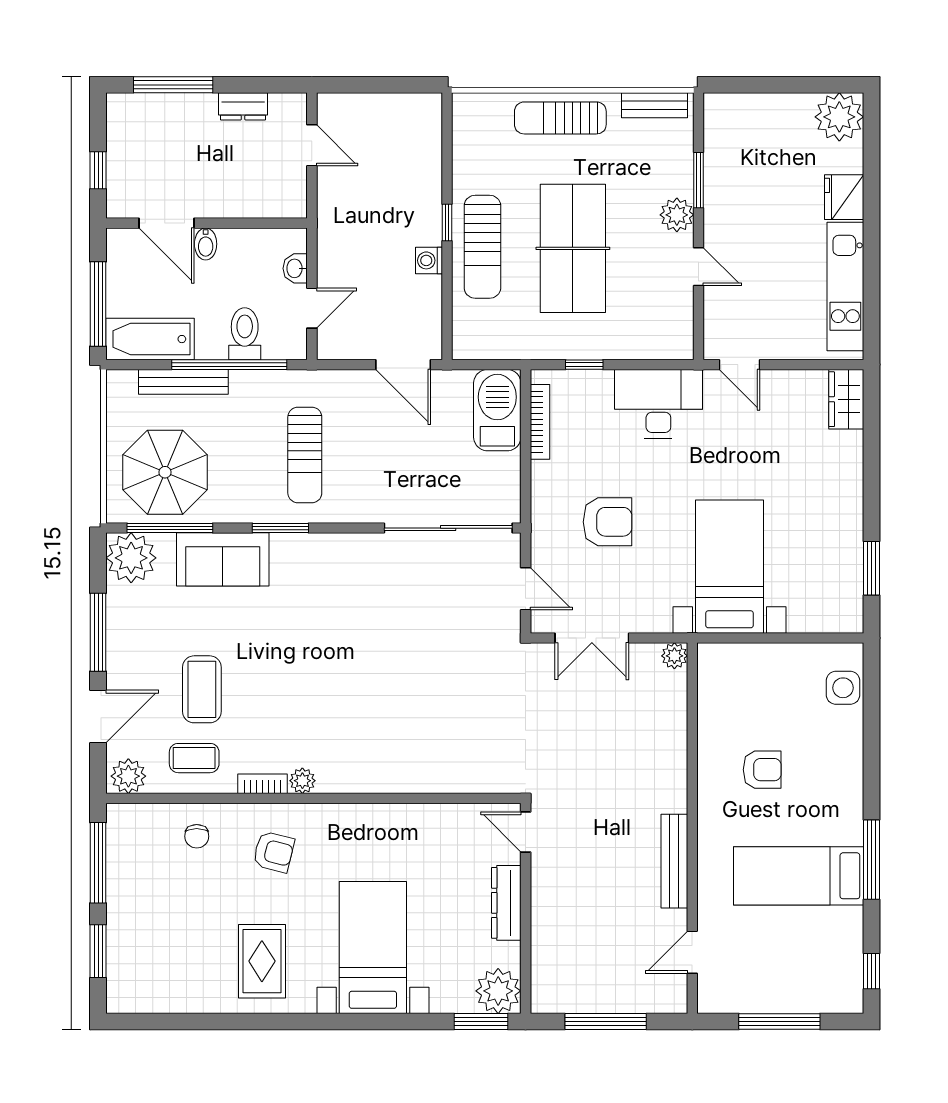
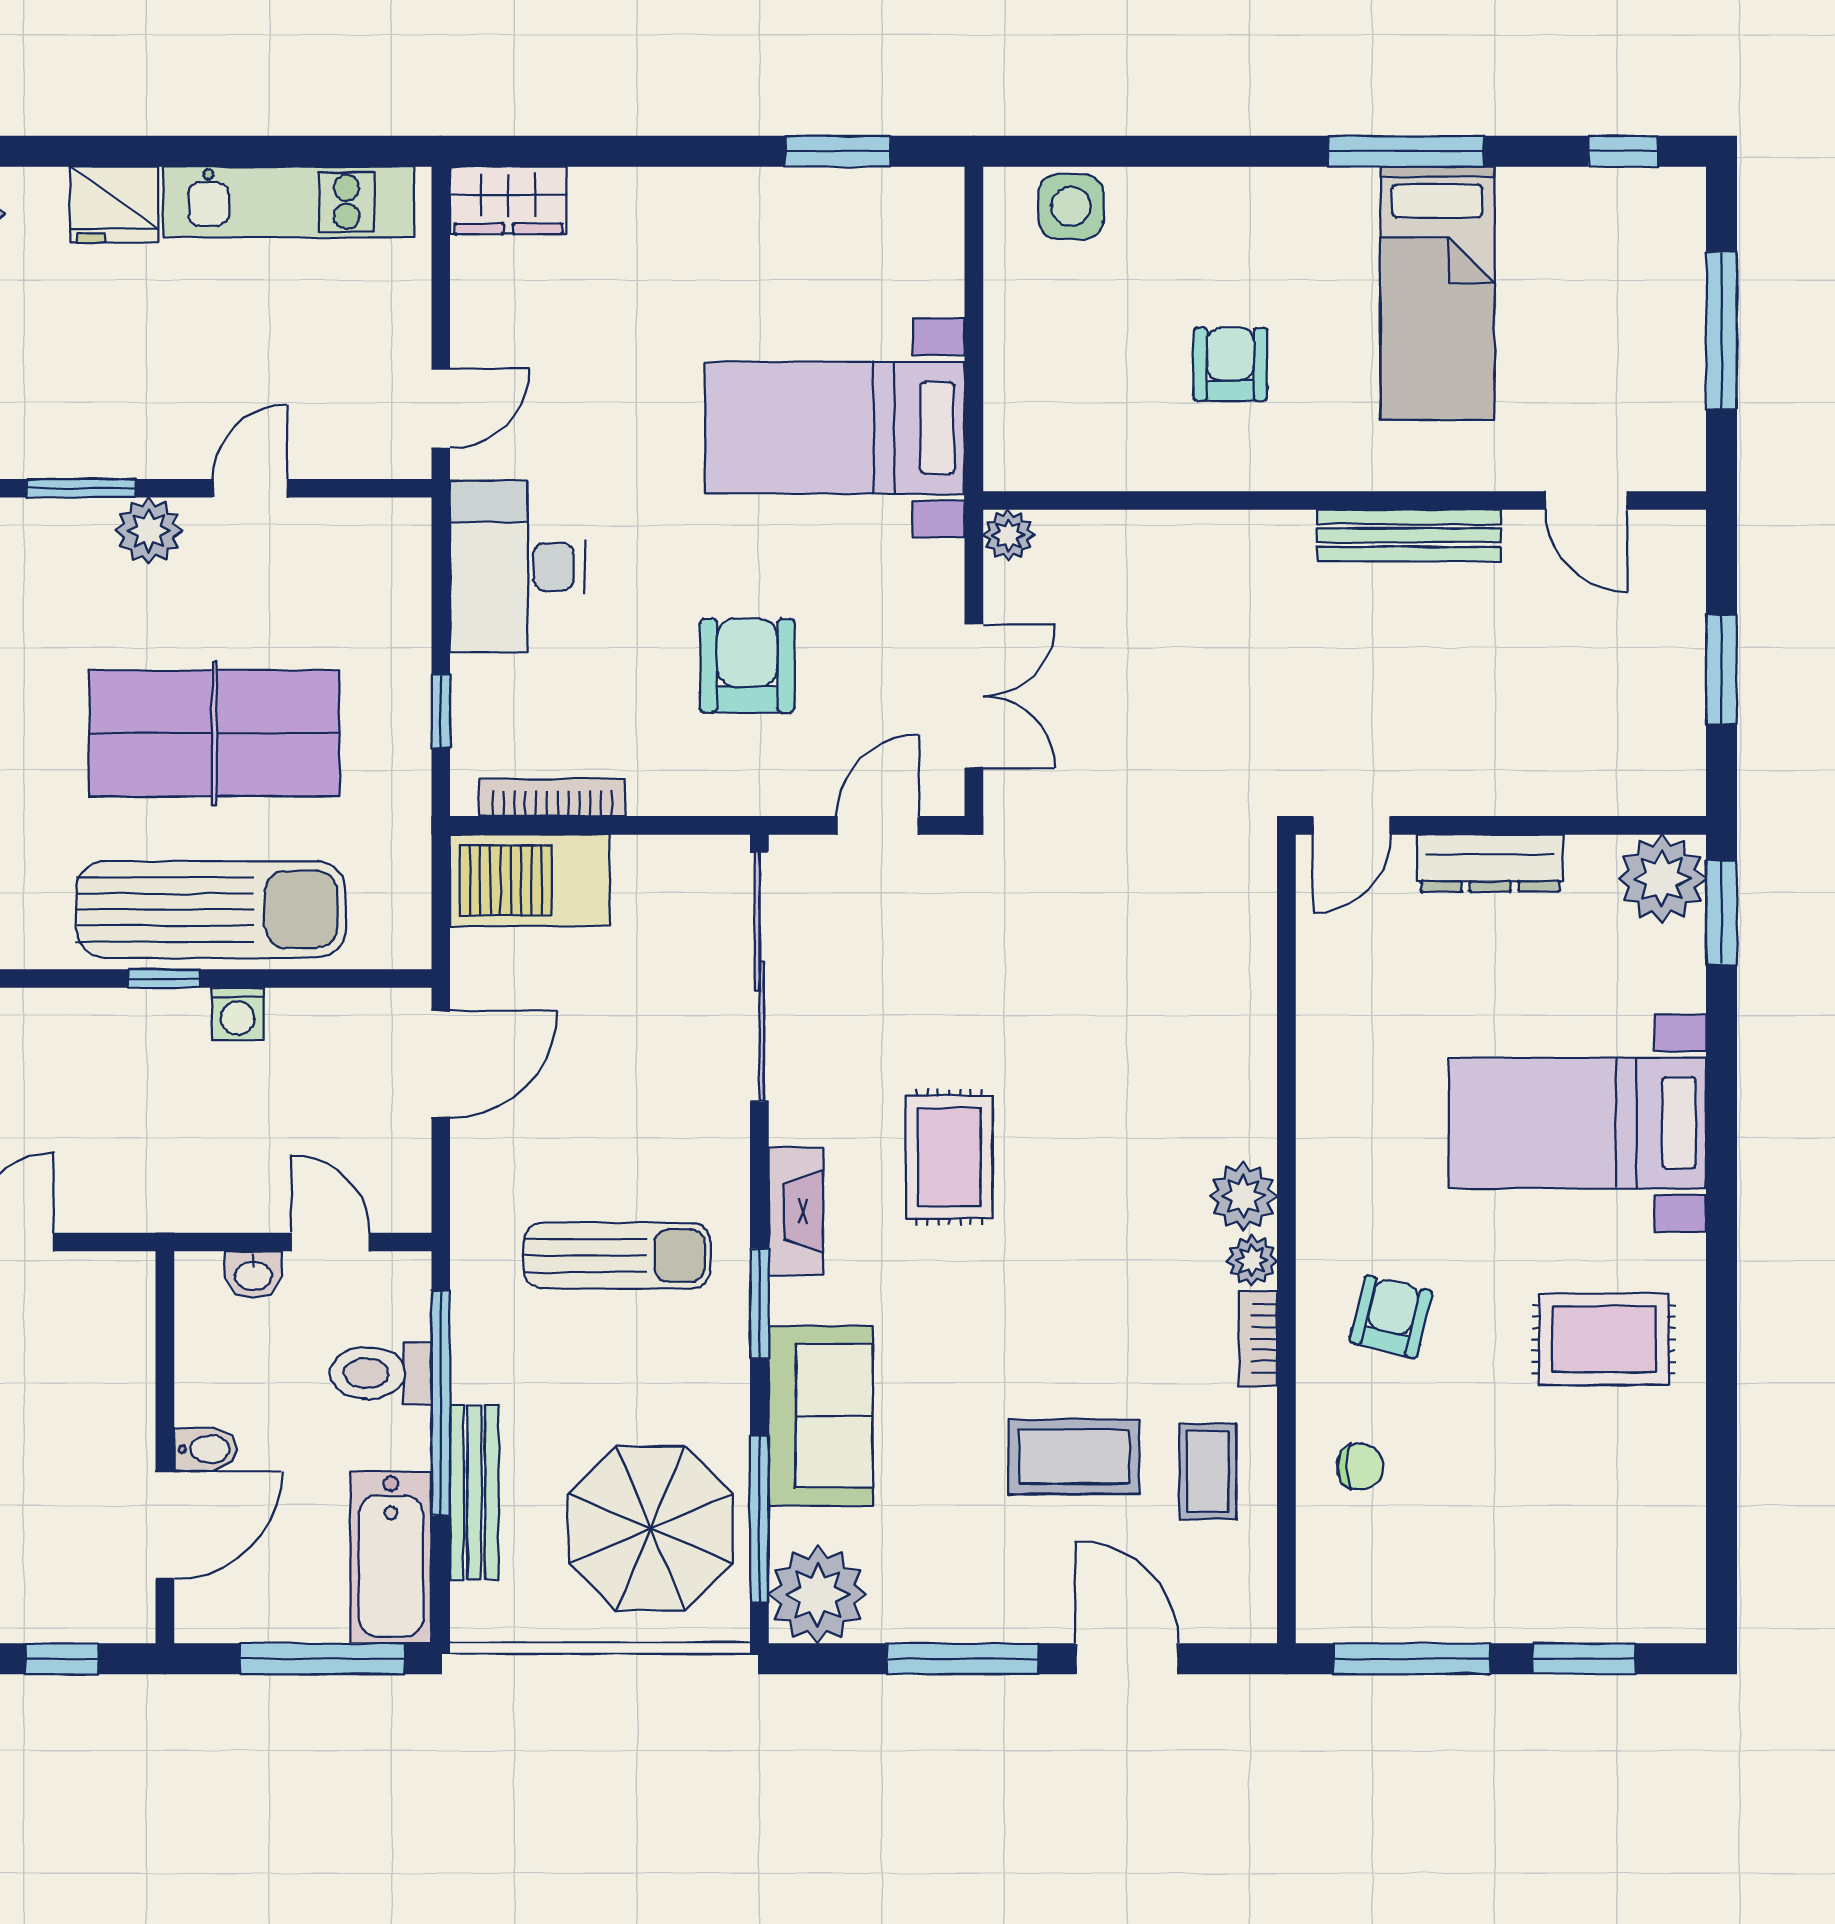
sun lounger: (482, 247) -> (211, 909), width x1.36, depth x1.34
fireplace: (328, 547) -> (796, 1211), added
rug: (355, 625) -> (949, 1157), added
plant: (128, 776) -> (1243, 1196), moved
window: (606, 1022) -> (1721, 669), width x0.69

